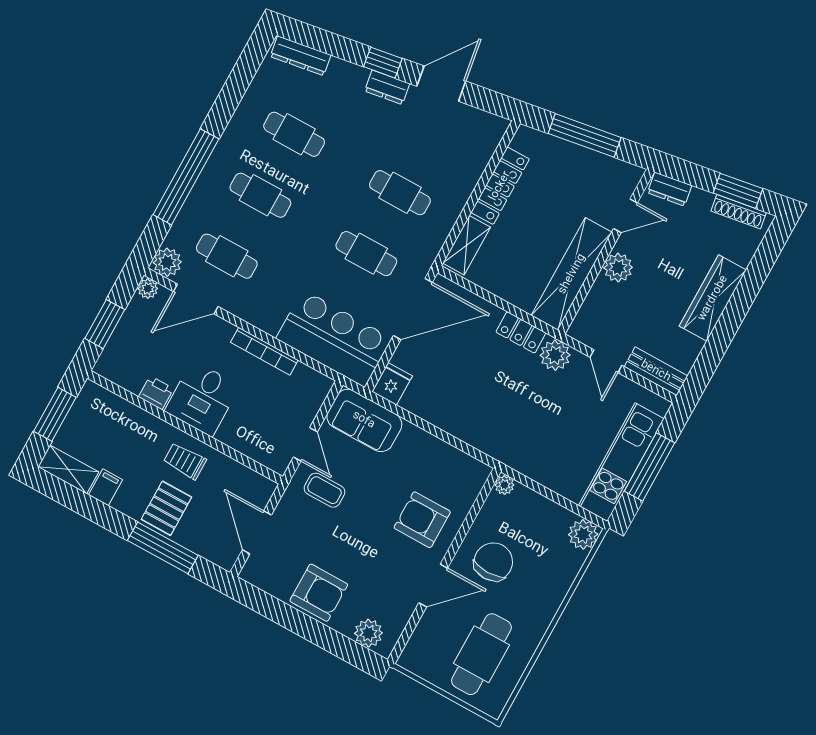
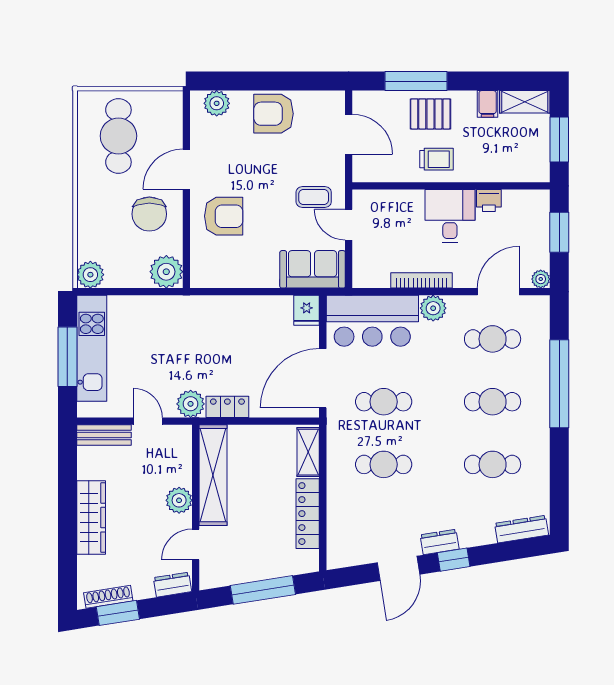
plant: (167, 262) -> (433, 308), moved
plant: (504, 485) -> (166, 272), width x1.88, depth x1.88
pallet: (166, 508) -> (430, 114), turned 90

